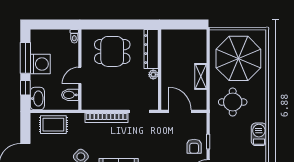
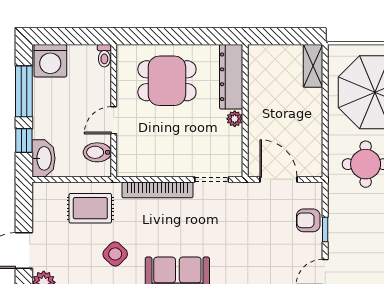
washing machine: (40, 64) -> (50, 61), moved, turned 90
shelving: (201, 76) -> (313, 66), moved
rug: (53, 125) -> (90, 208), moved
armchair: (194, 146) -> (308, 220), moved, turned 90

